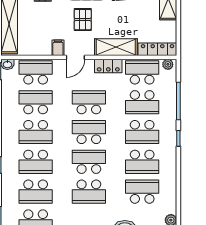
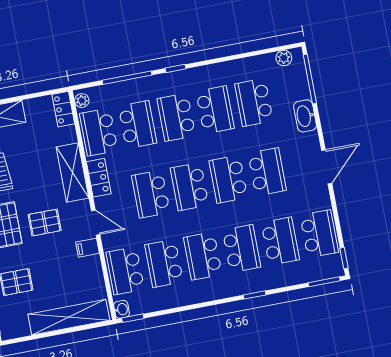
locker: (157, 49) -> (63, 109), width x0.66
school desk: (36, 132) -> (203, 256), turned 180
school desk: (142, 132) -> (176, 117), turned 180

